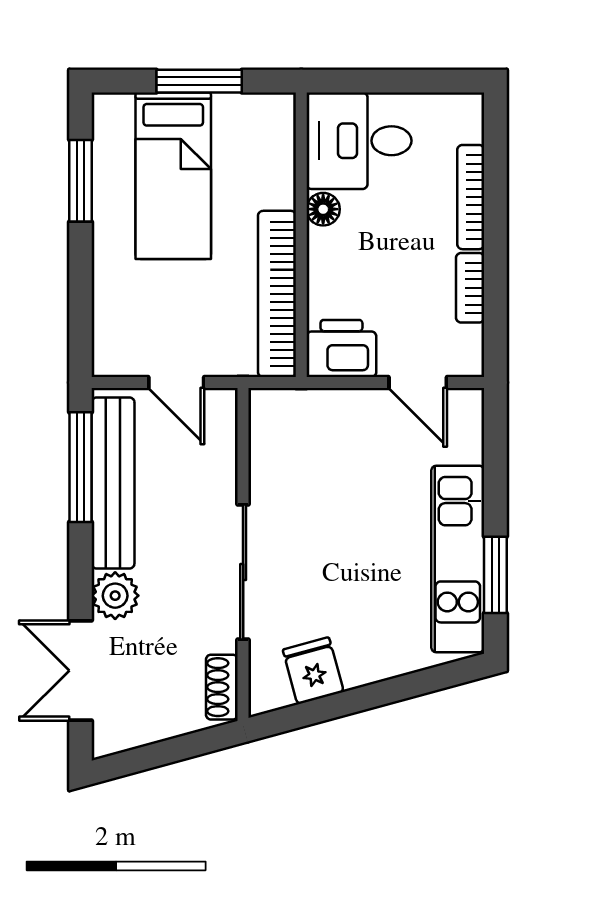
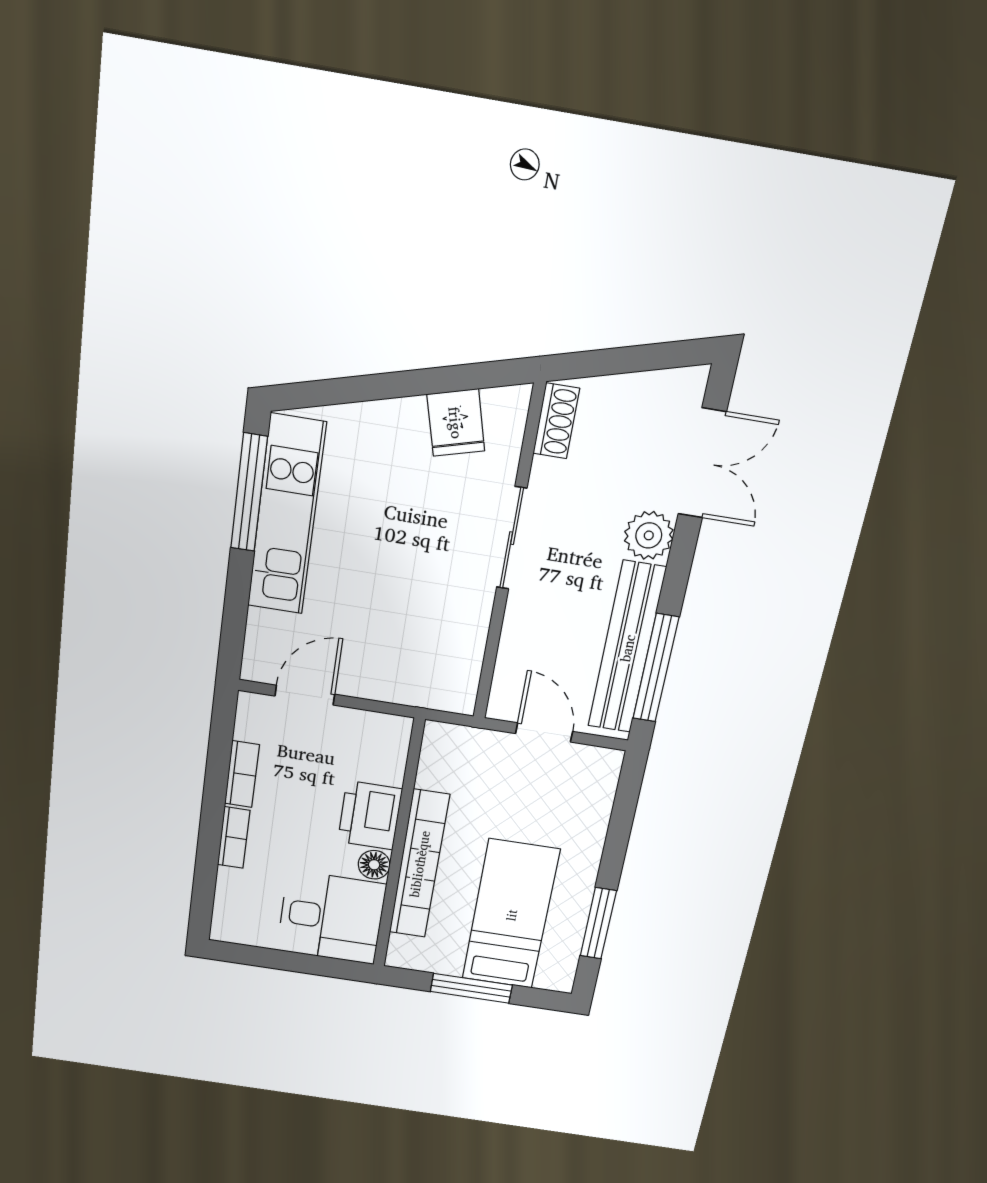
bookcase: (471, 197) -> (234, 838), width x0.64
bookcase: (277, 294) -> (419, 864), moved
printer: (341, 348) -> (370, 815), moved, turned 90
door: (418, 383) -> (305, 695), hinge flipped
sliding door: (243, 572) -> (512, 538), width x0.73
window: (495, 575) -> (249, 493), width x1.44

